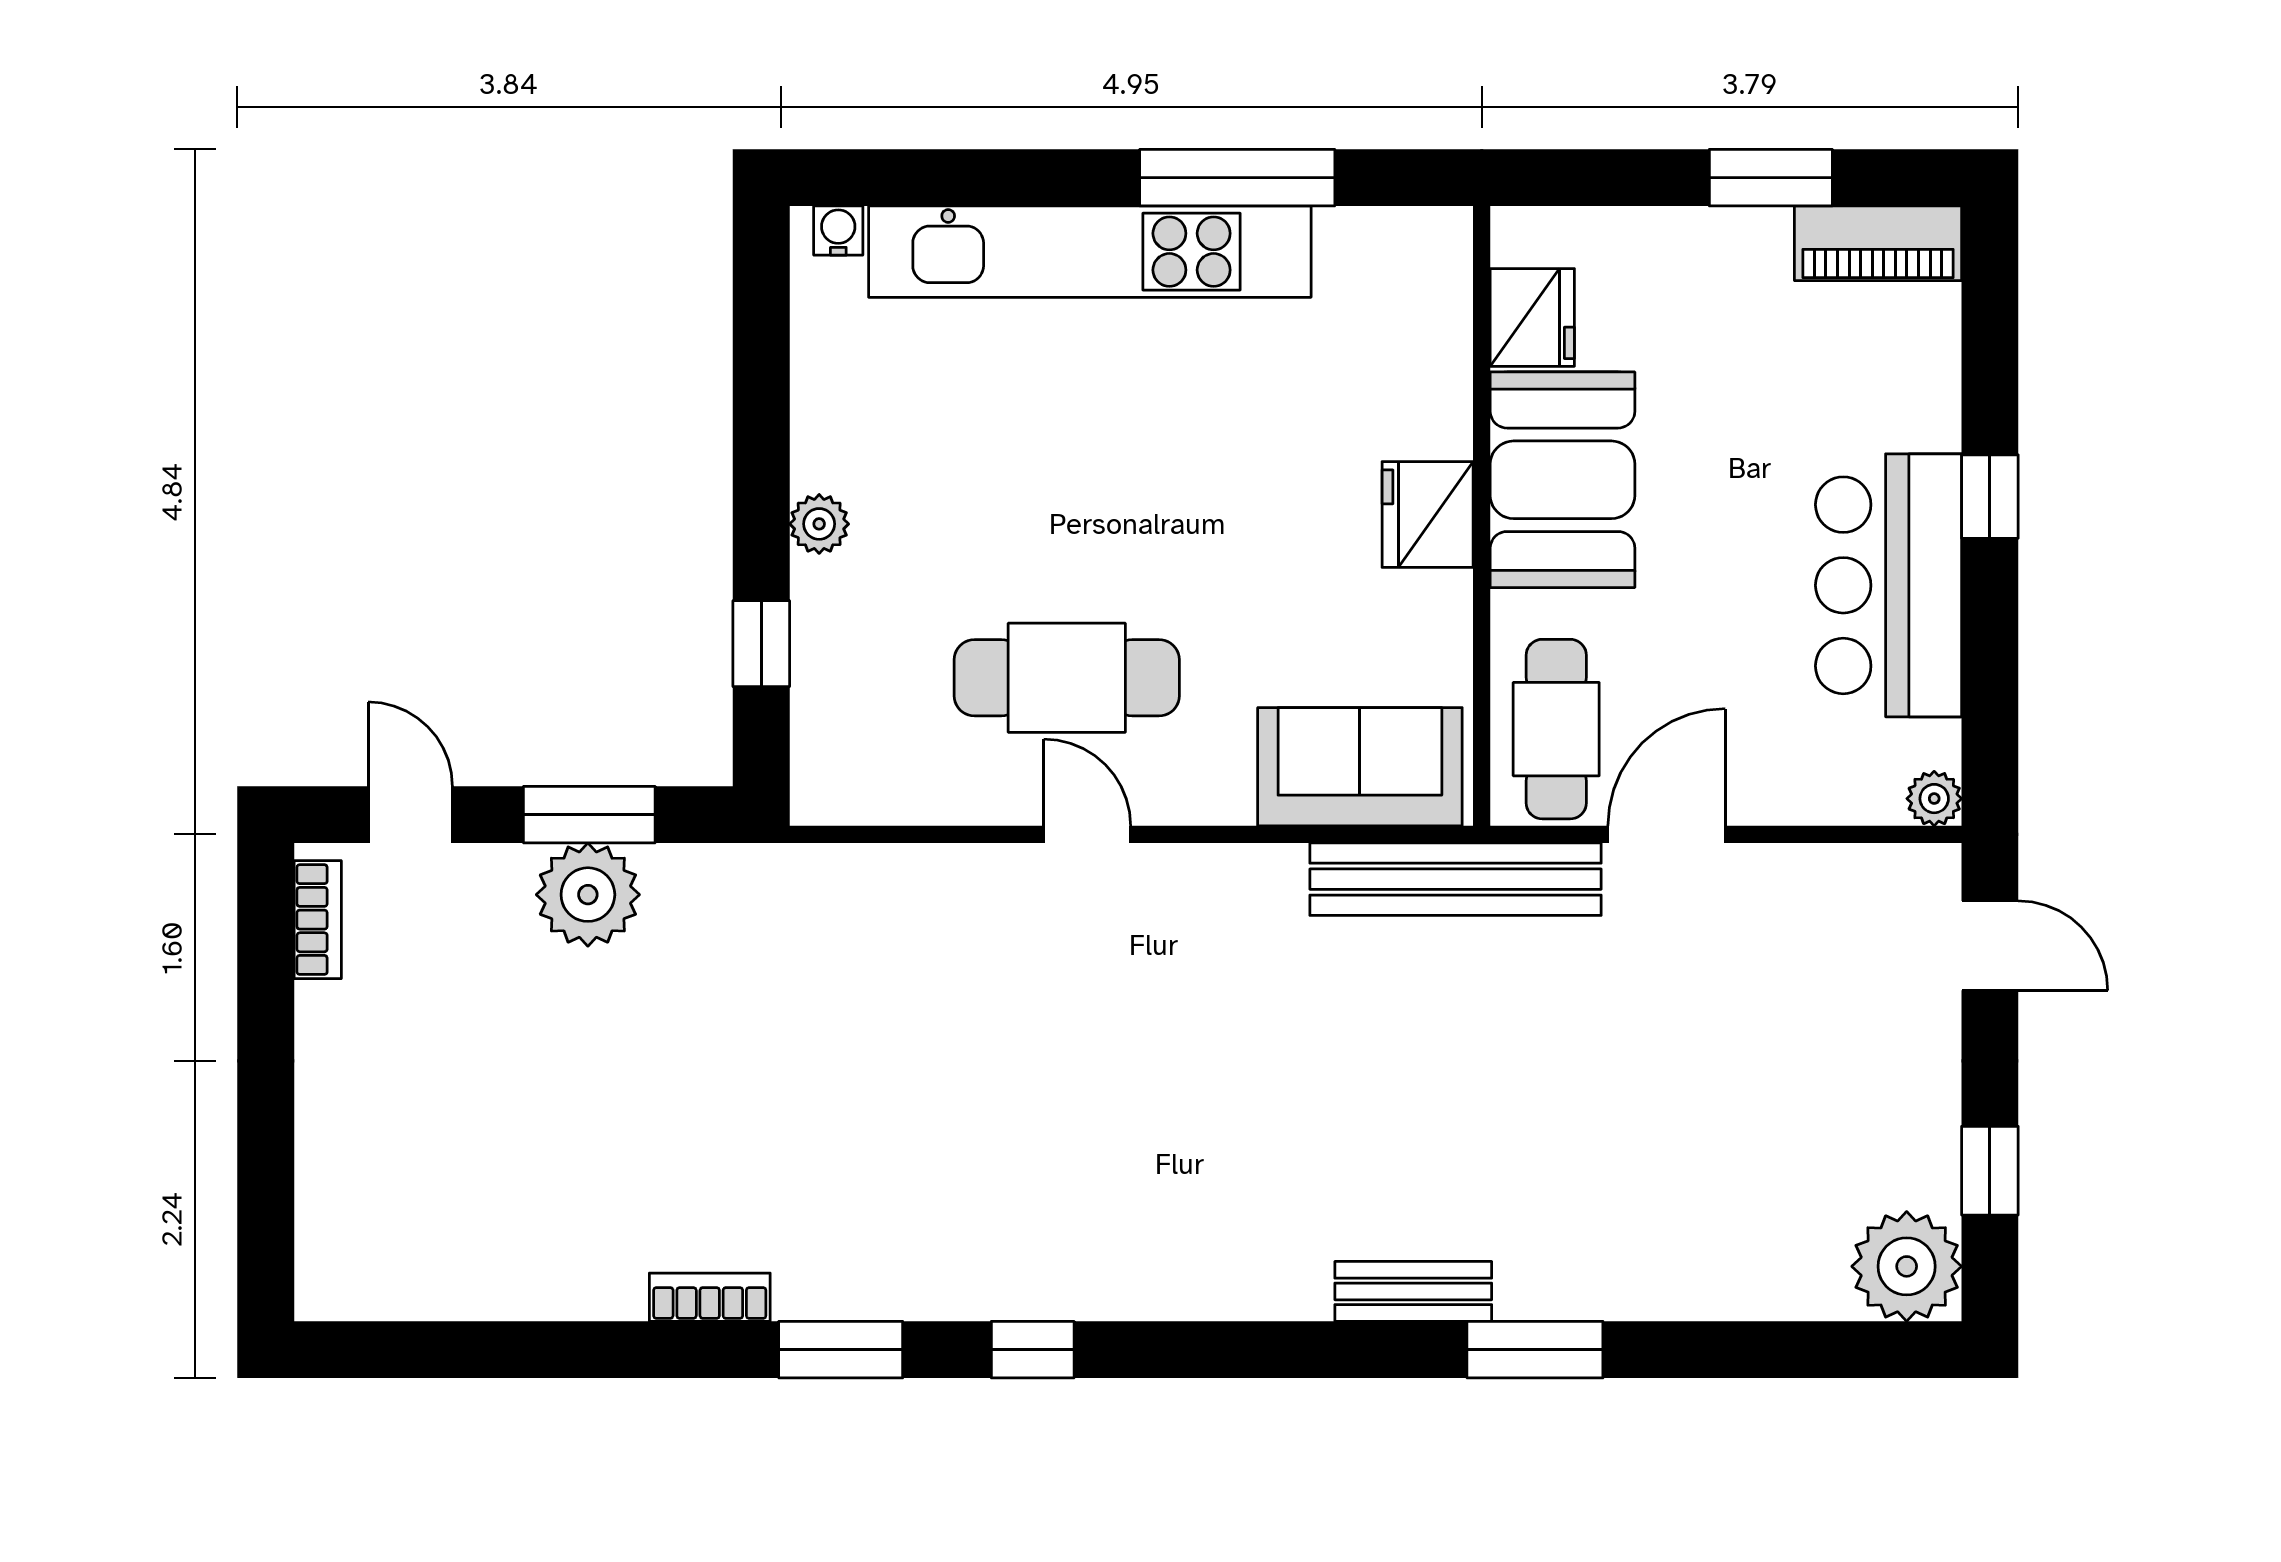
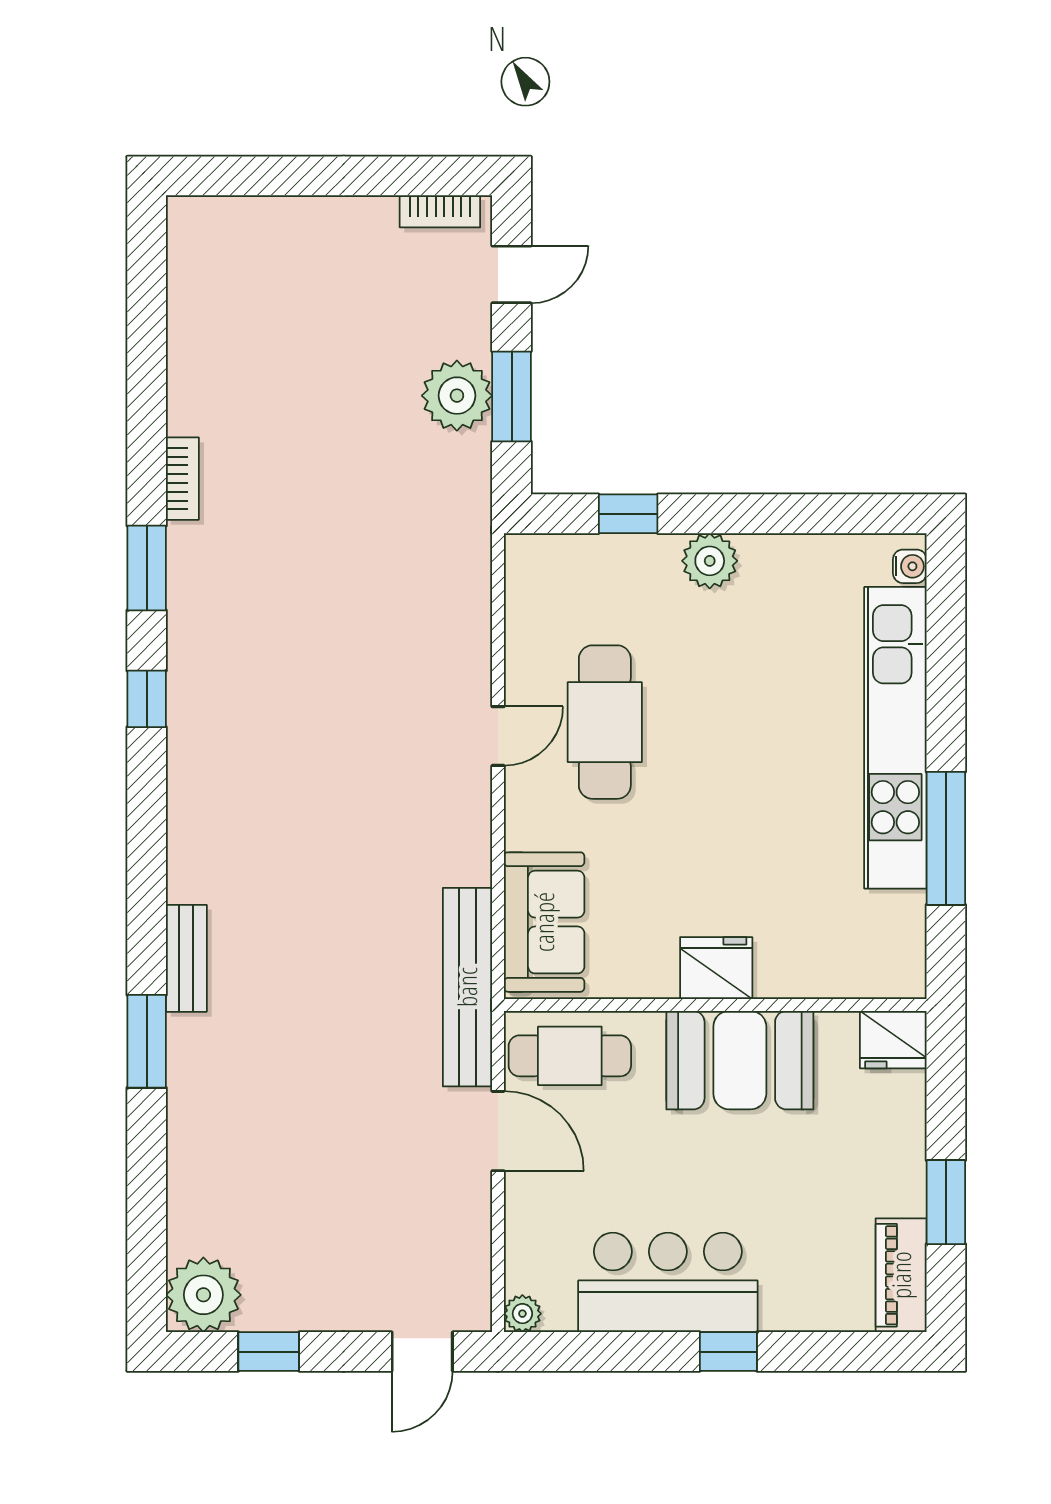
fridge: (1532, 317) -> (893, 1040), moved
plant: (819, 524) -> (710, 561), width x1.38, depth x1.38

